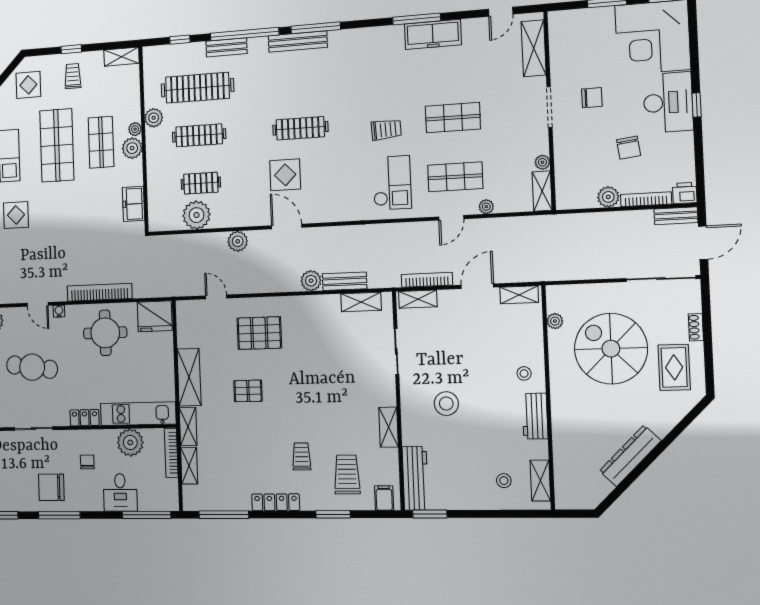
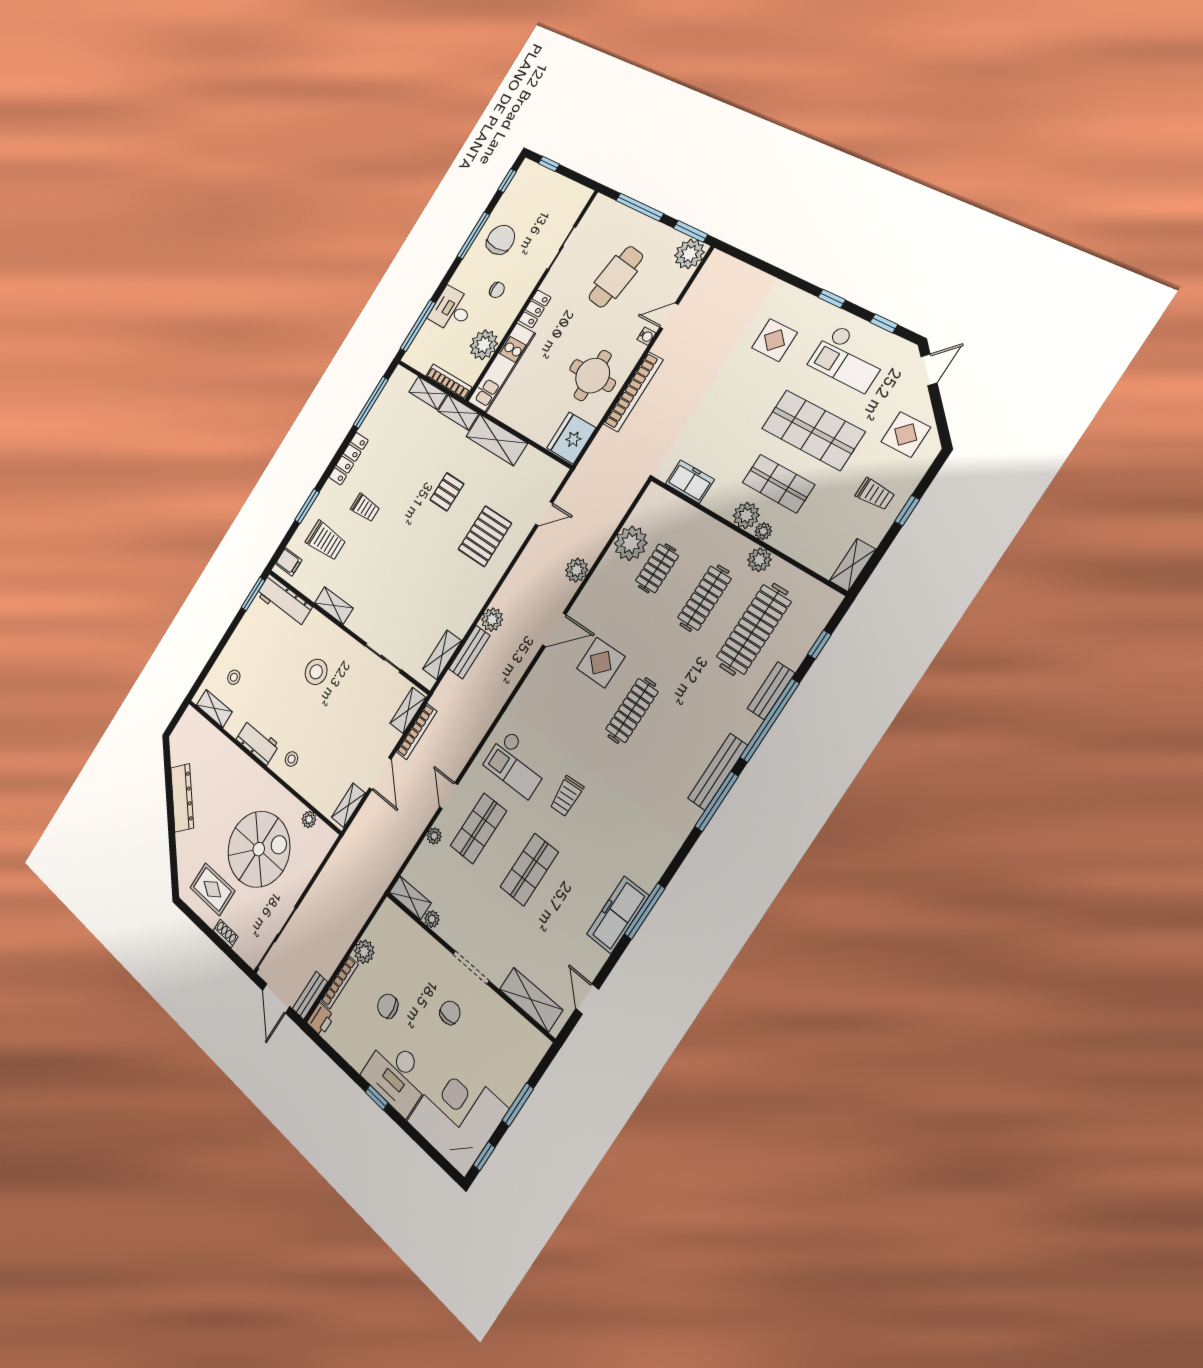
chair: (592, 98) -> (450, 1013), turned 180

